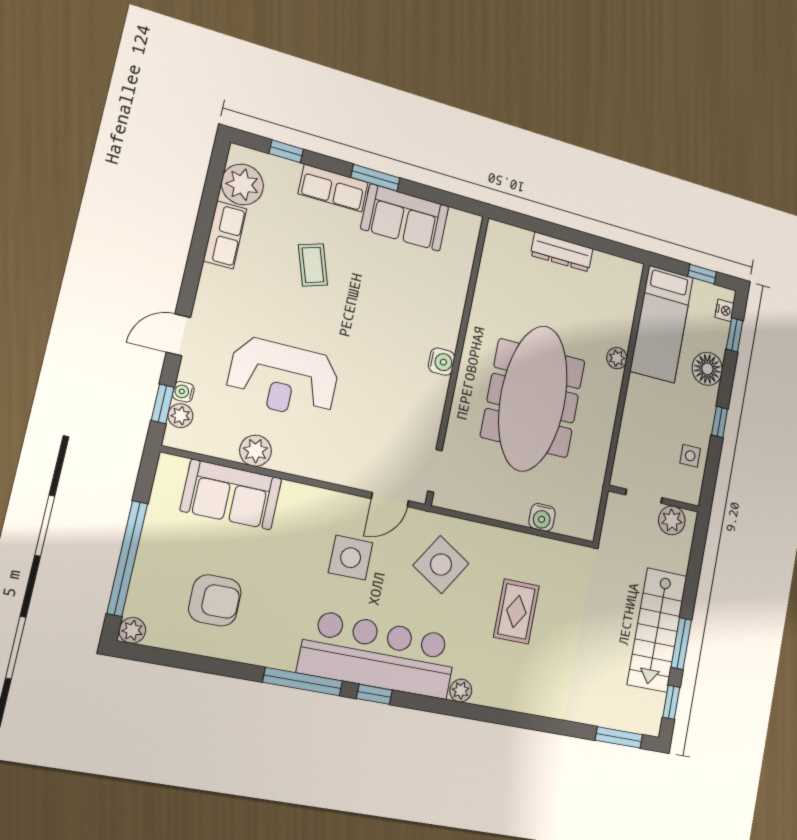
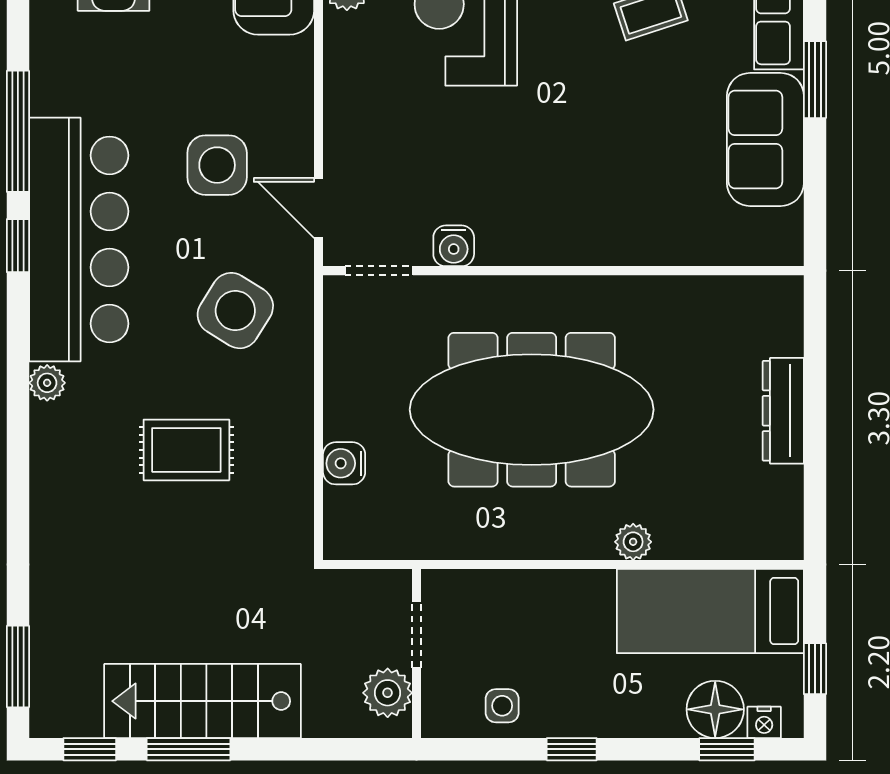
water cooler: (441, 362) -> (454, 246), moved
floor lamp: (707, 369) -> (715, 709), moved

